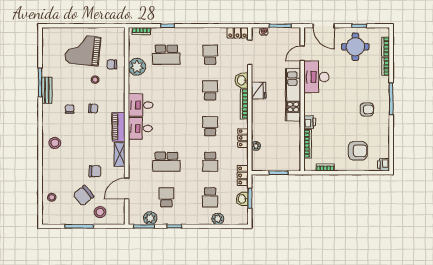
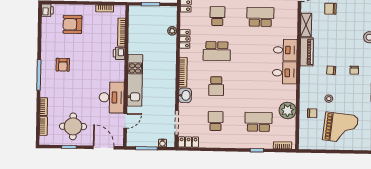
school desk: (210, 55) -> (216, 121), turned 180
fridge: (259, 91) -> (169, 85), removed
armchair: (367, 109) -> (63, 65), turned -90
school desk: (210, 126) -> (217, 51), width x1.85

